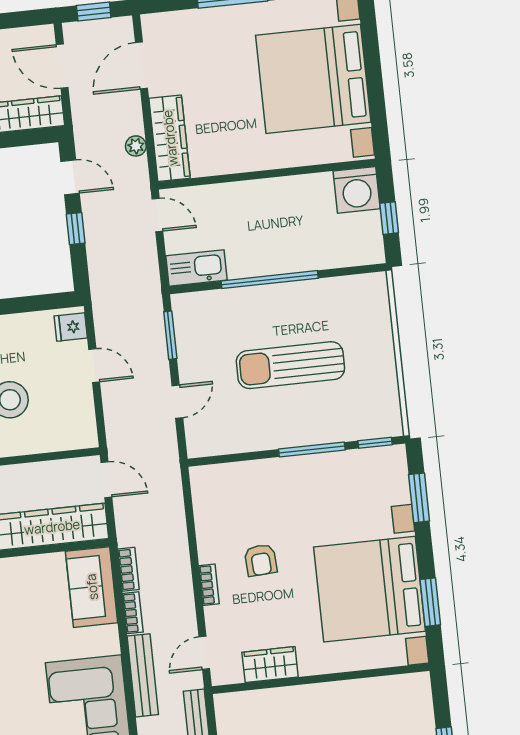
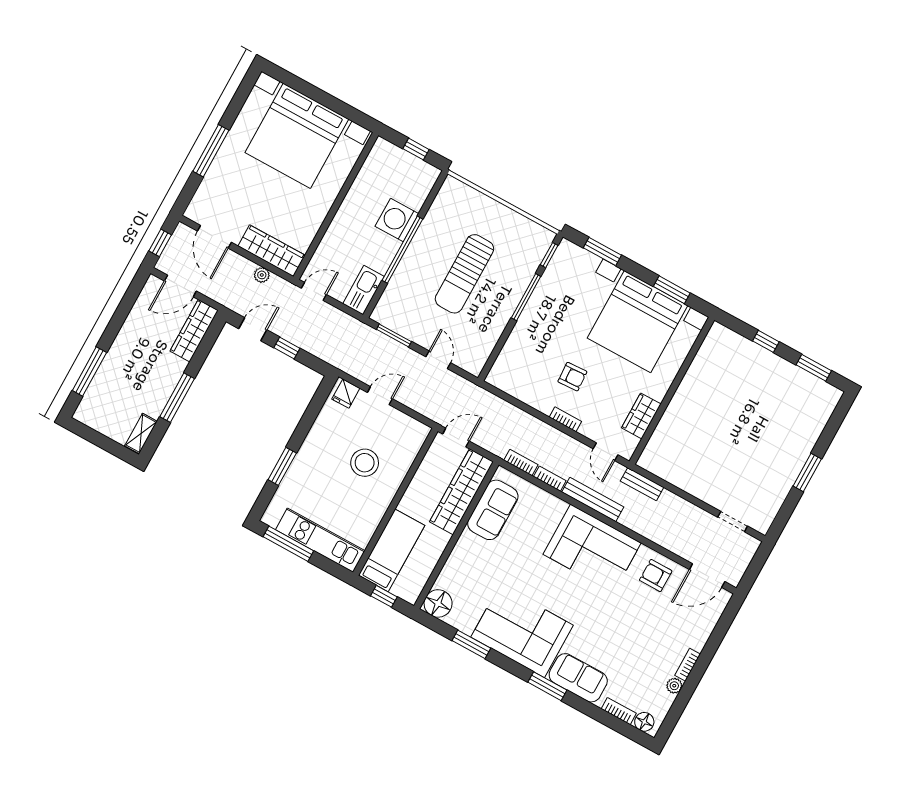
washing machine: (357, 190) -> (397, 220), moved, turned 180
sofa: (92, 587) -> (493, 510), moved, turned -90

